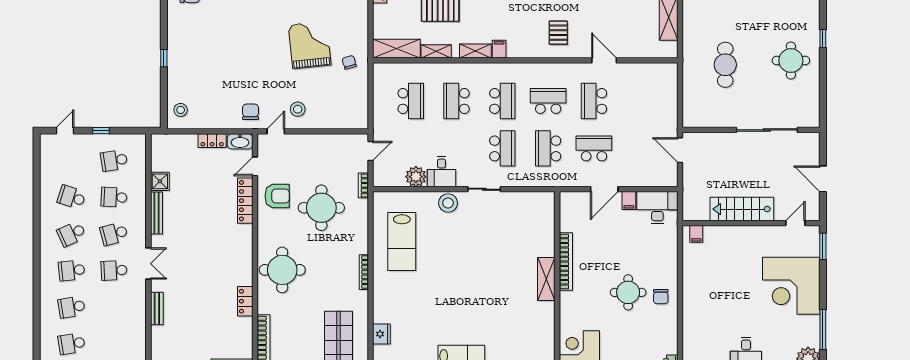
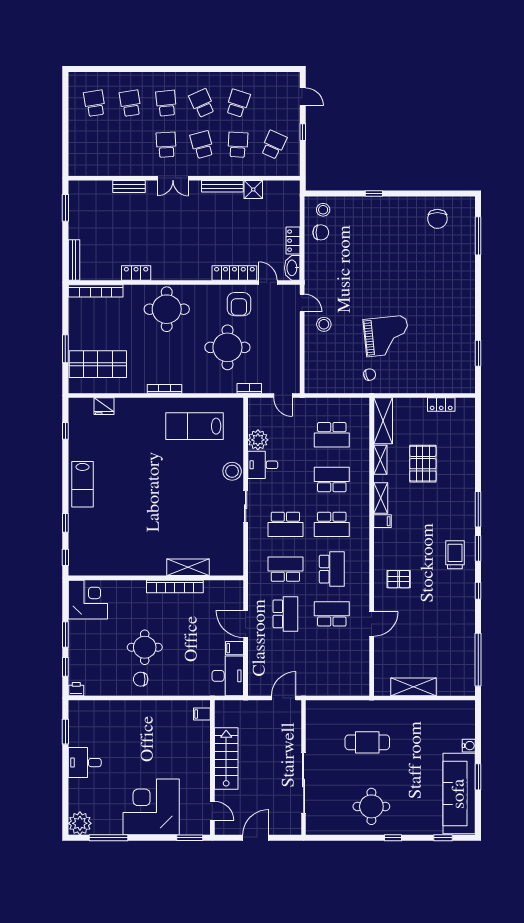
chair: (251, 112) -> (321, 232), moved
school desk: (114, 160) -> (274, 145), turned 33
shelving: (546, 279) -> (188, 567), moved

